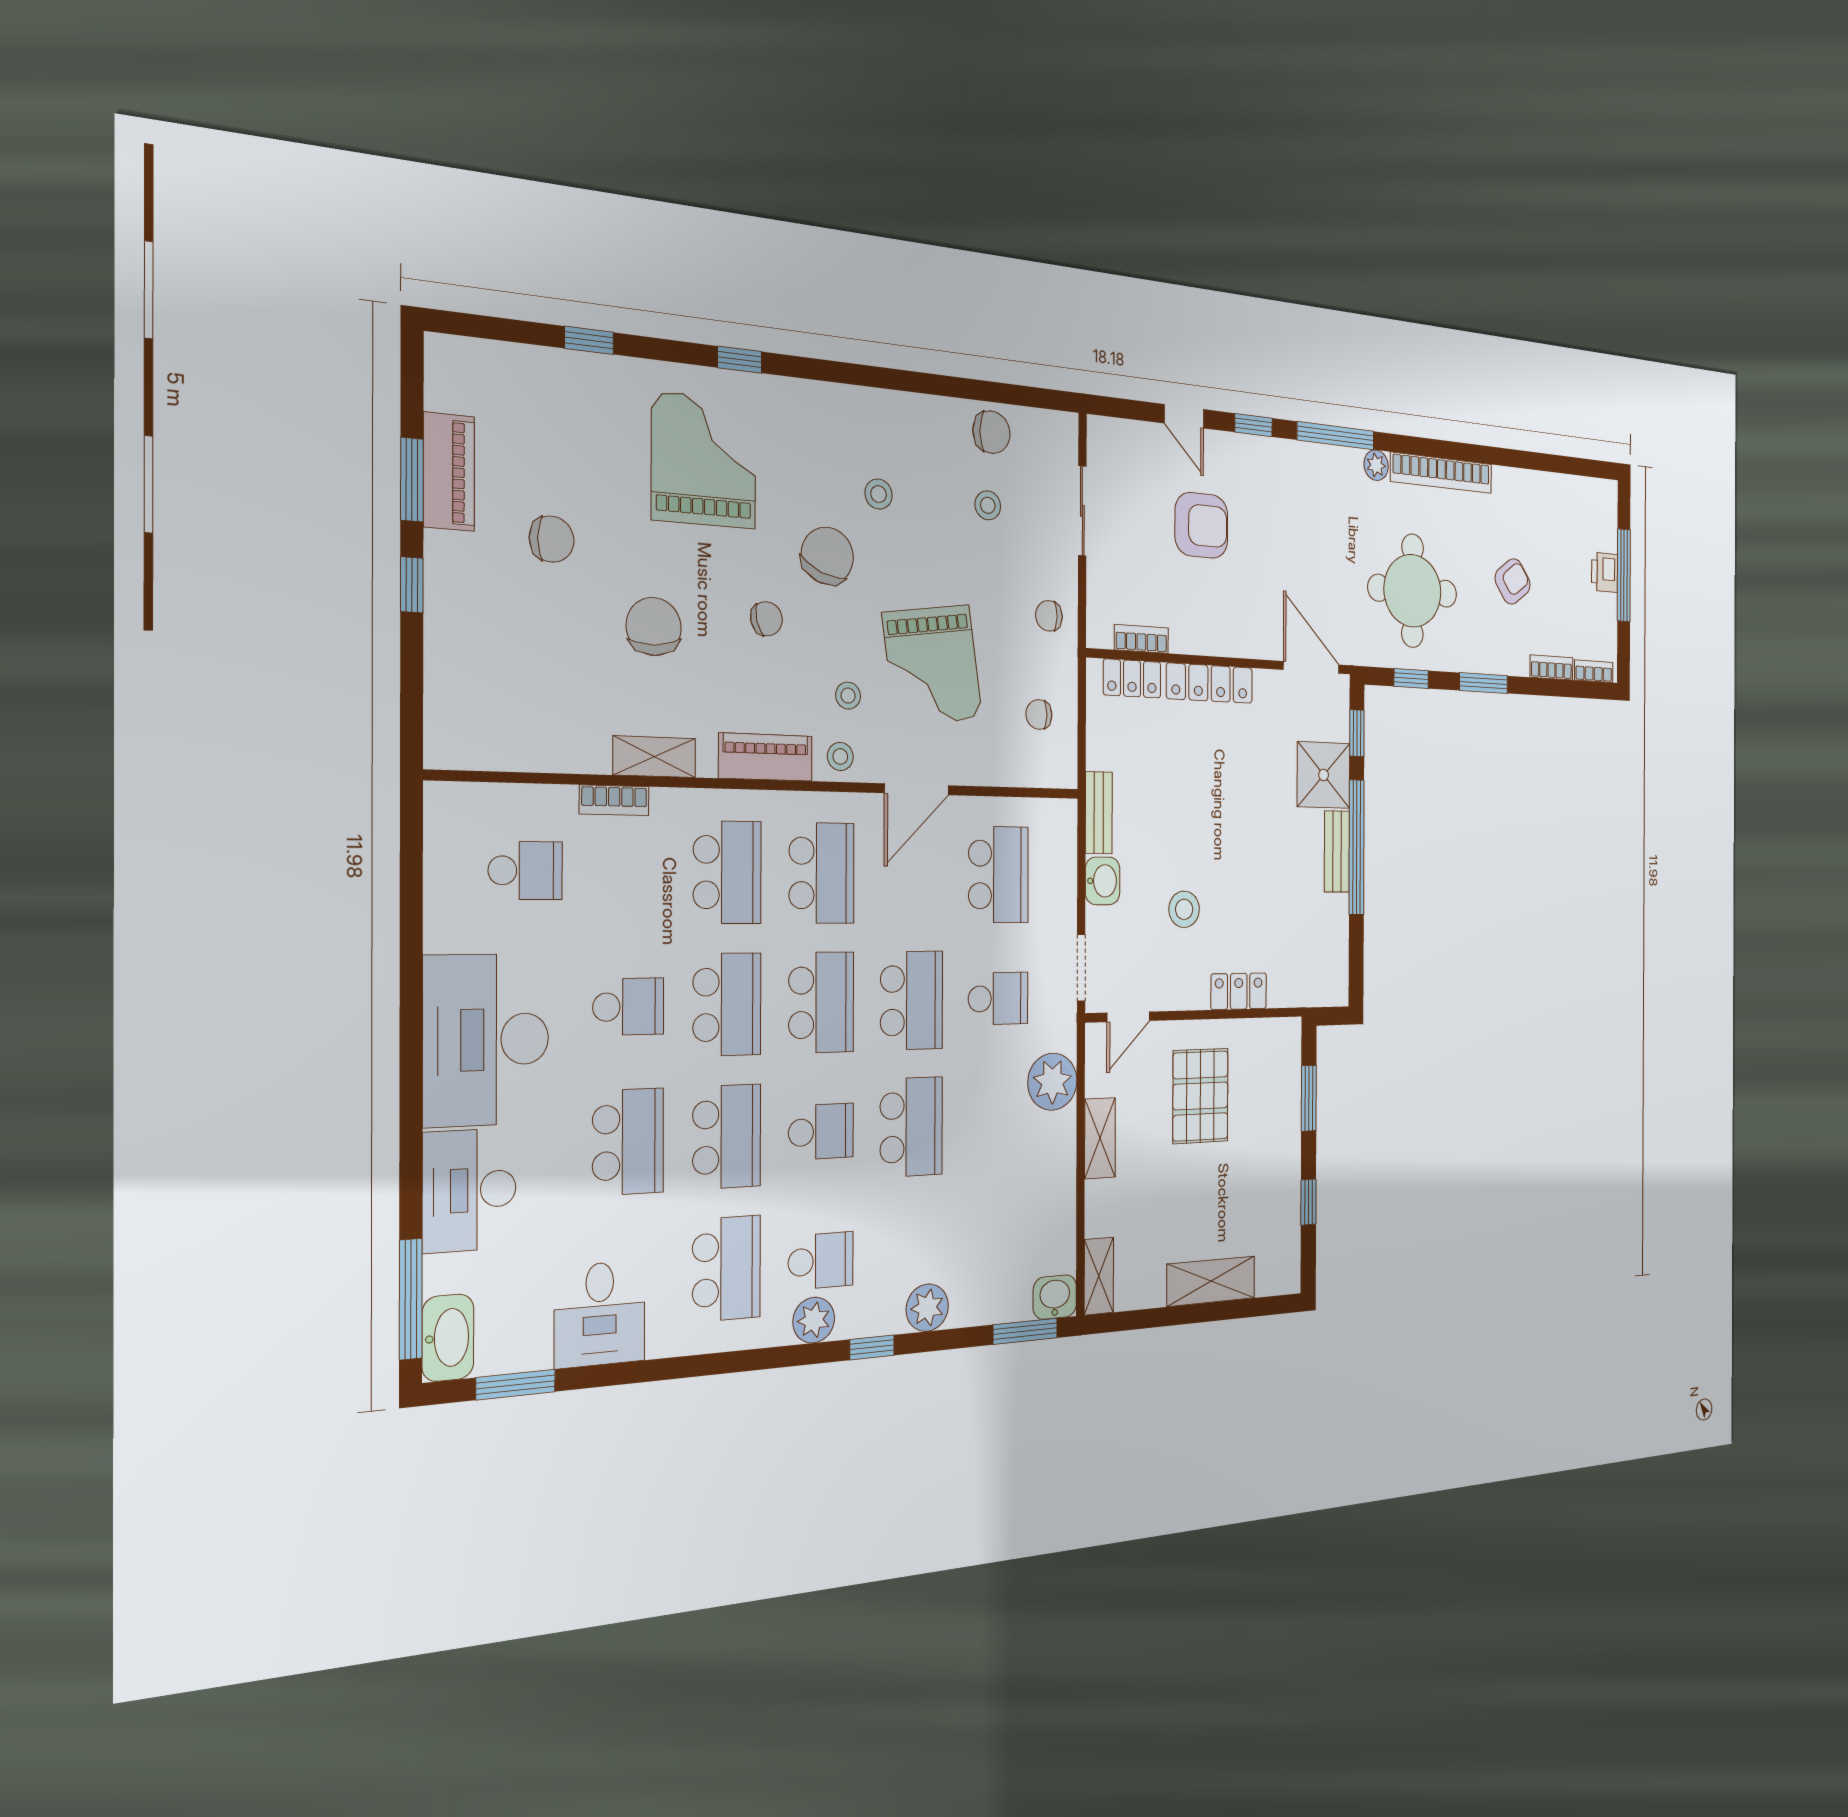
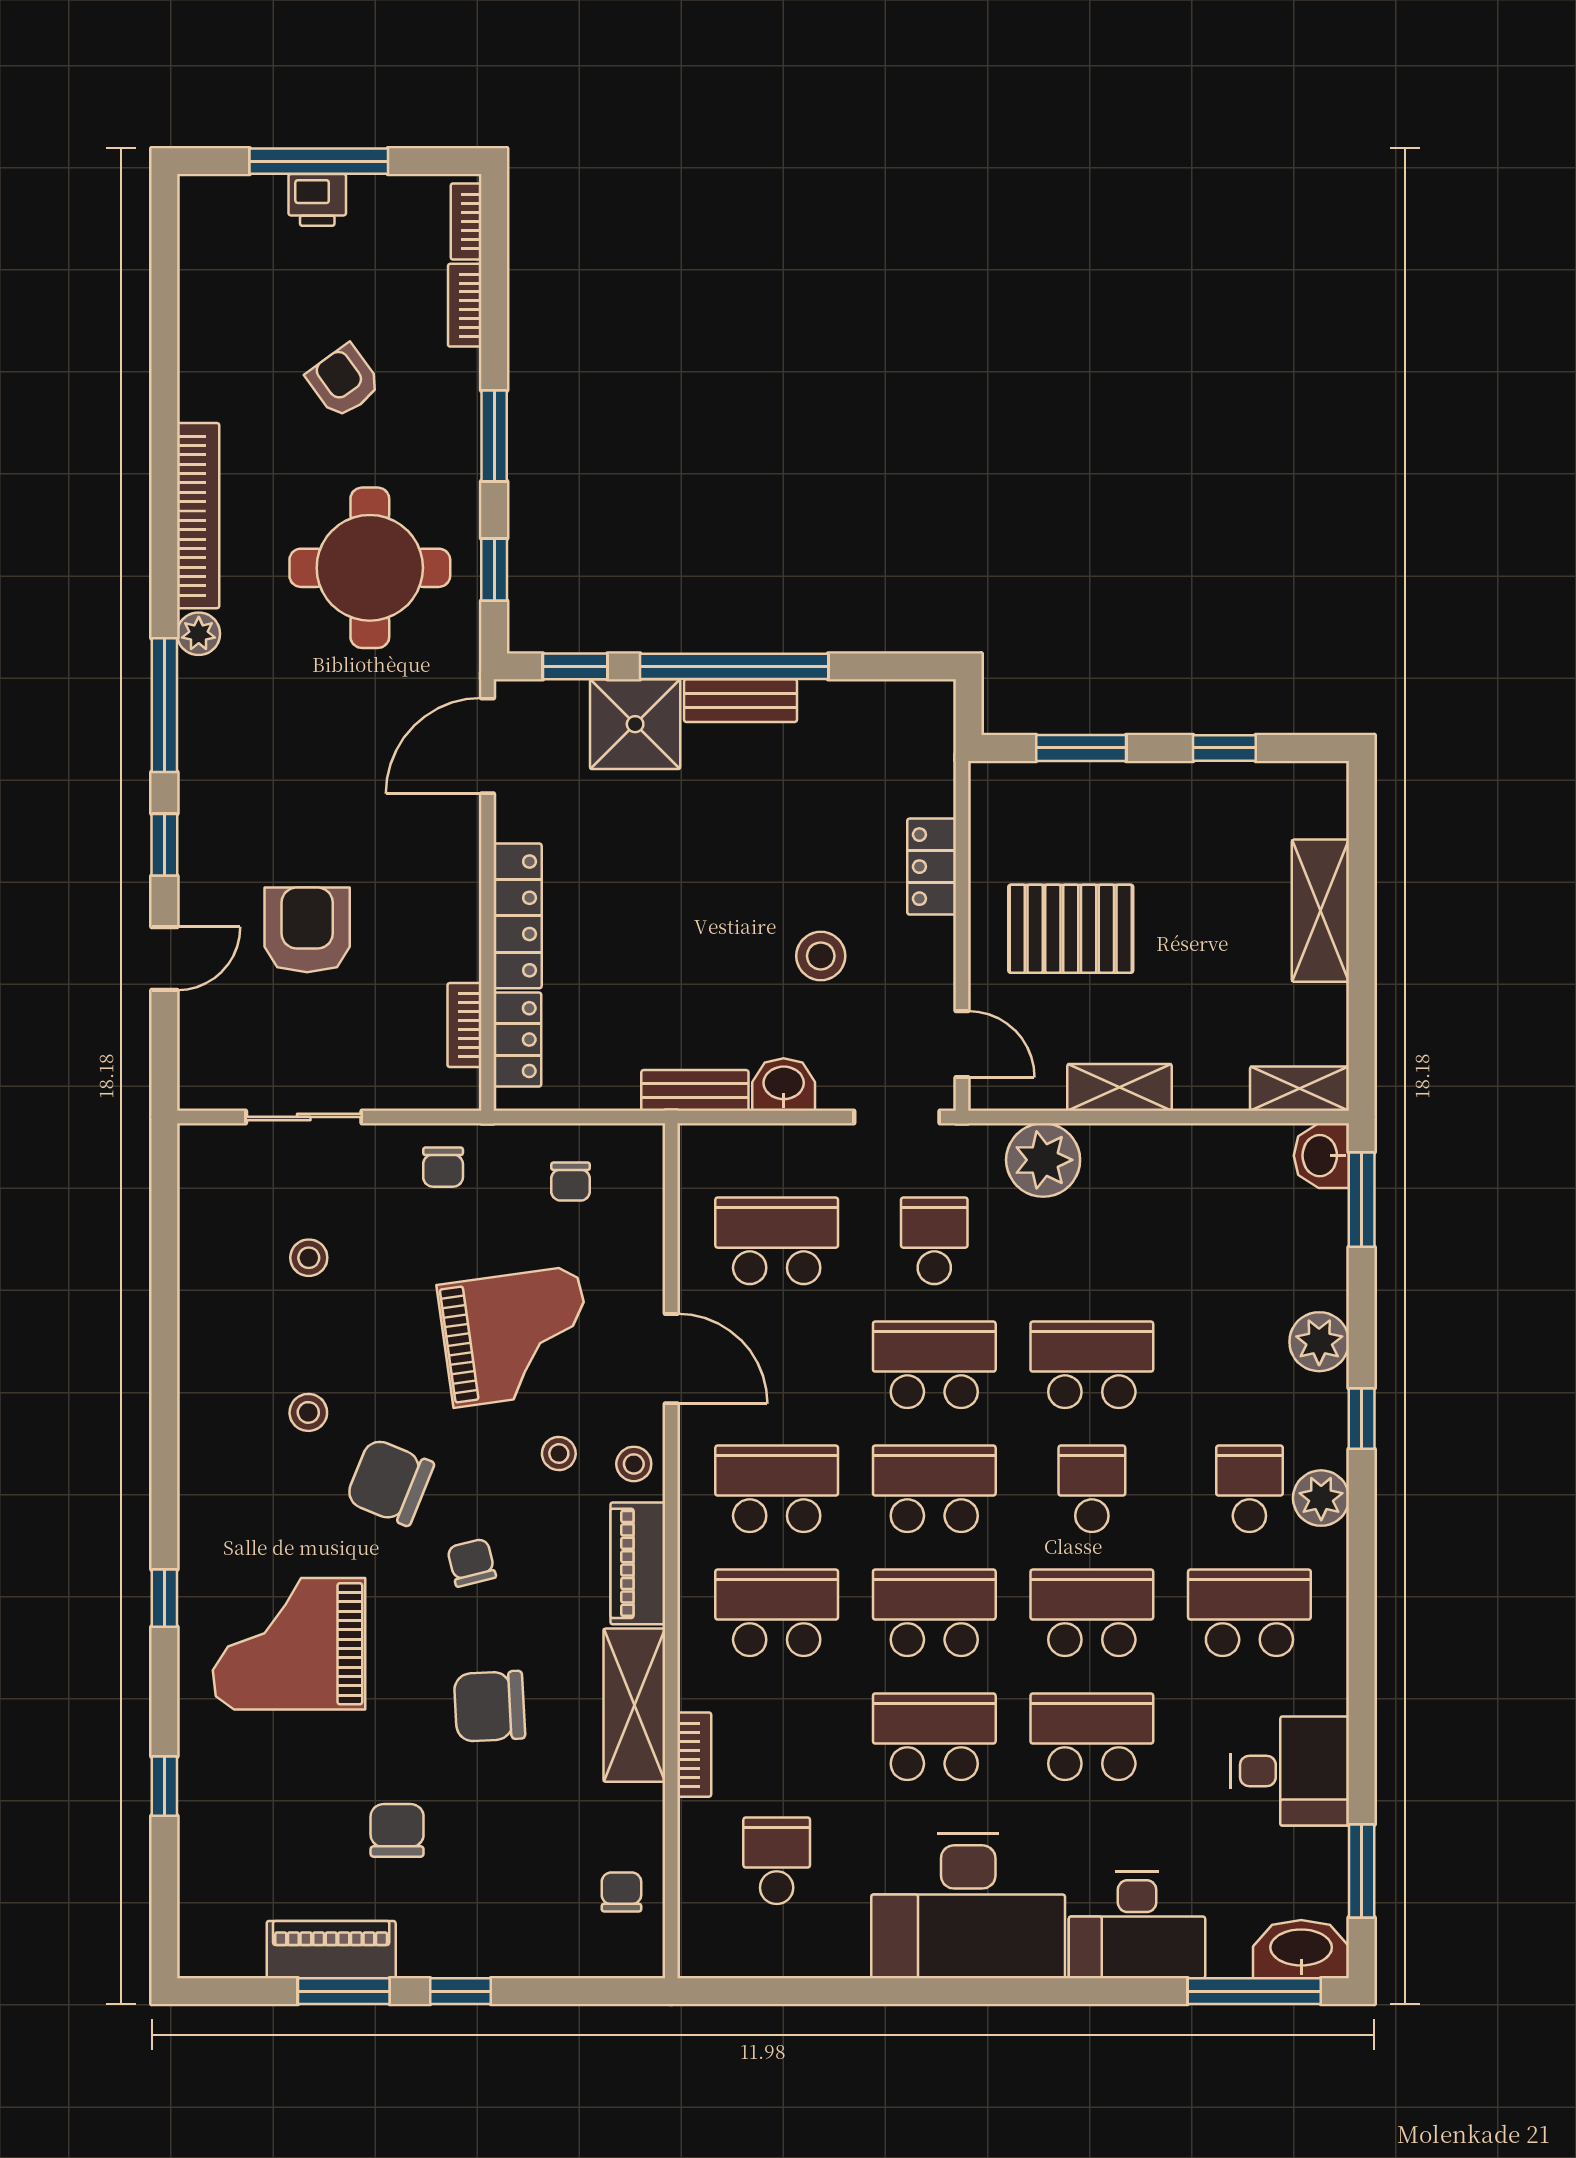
chair: (992, 432) -> (621, 1892), moved, width x0.73, depth x0.73
shelving: (654, 757) -> (634, 1705), width x1.50, depth x1.33
school desk: (628, 1007) -> (934, 1737), width x1.85

